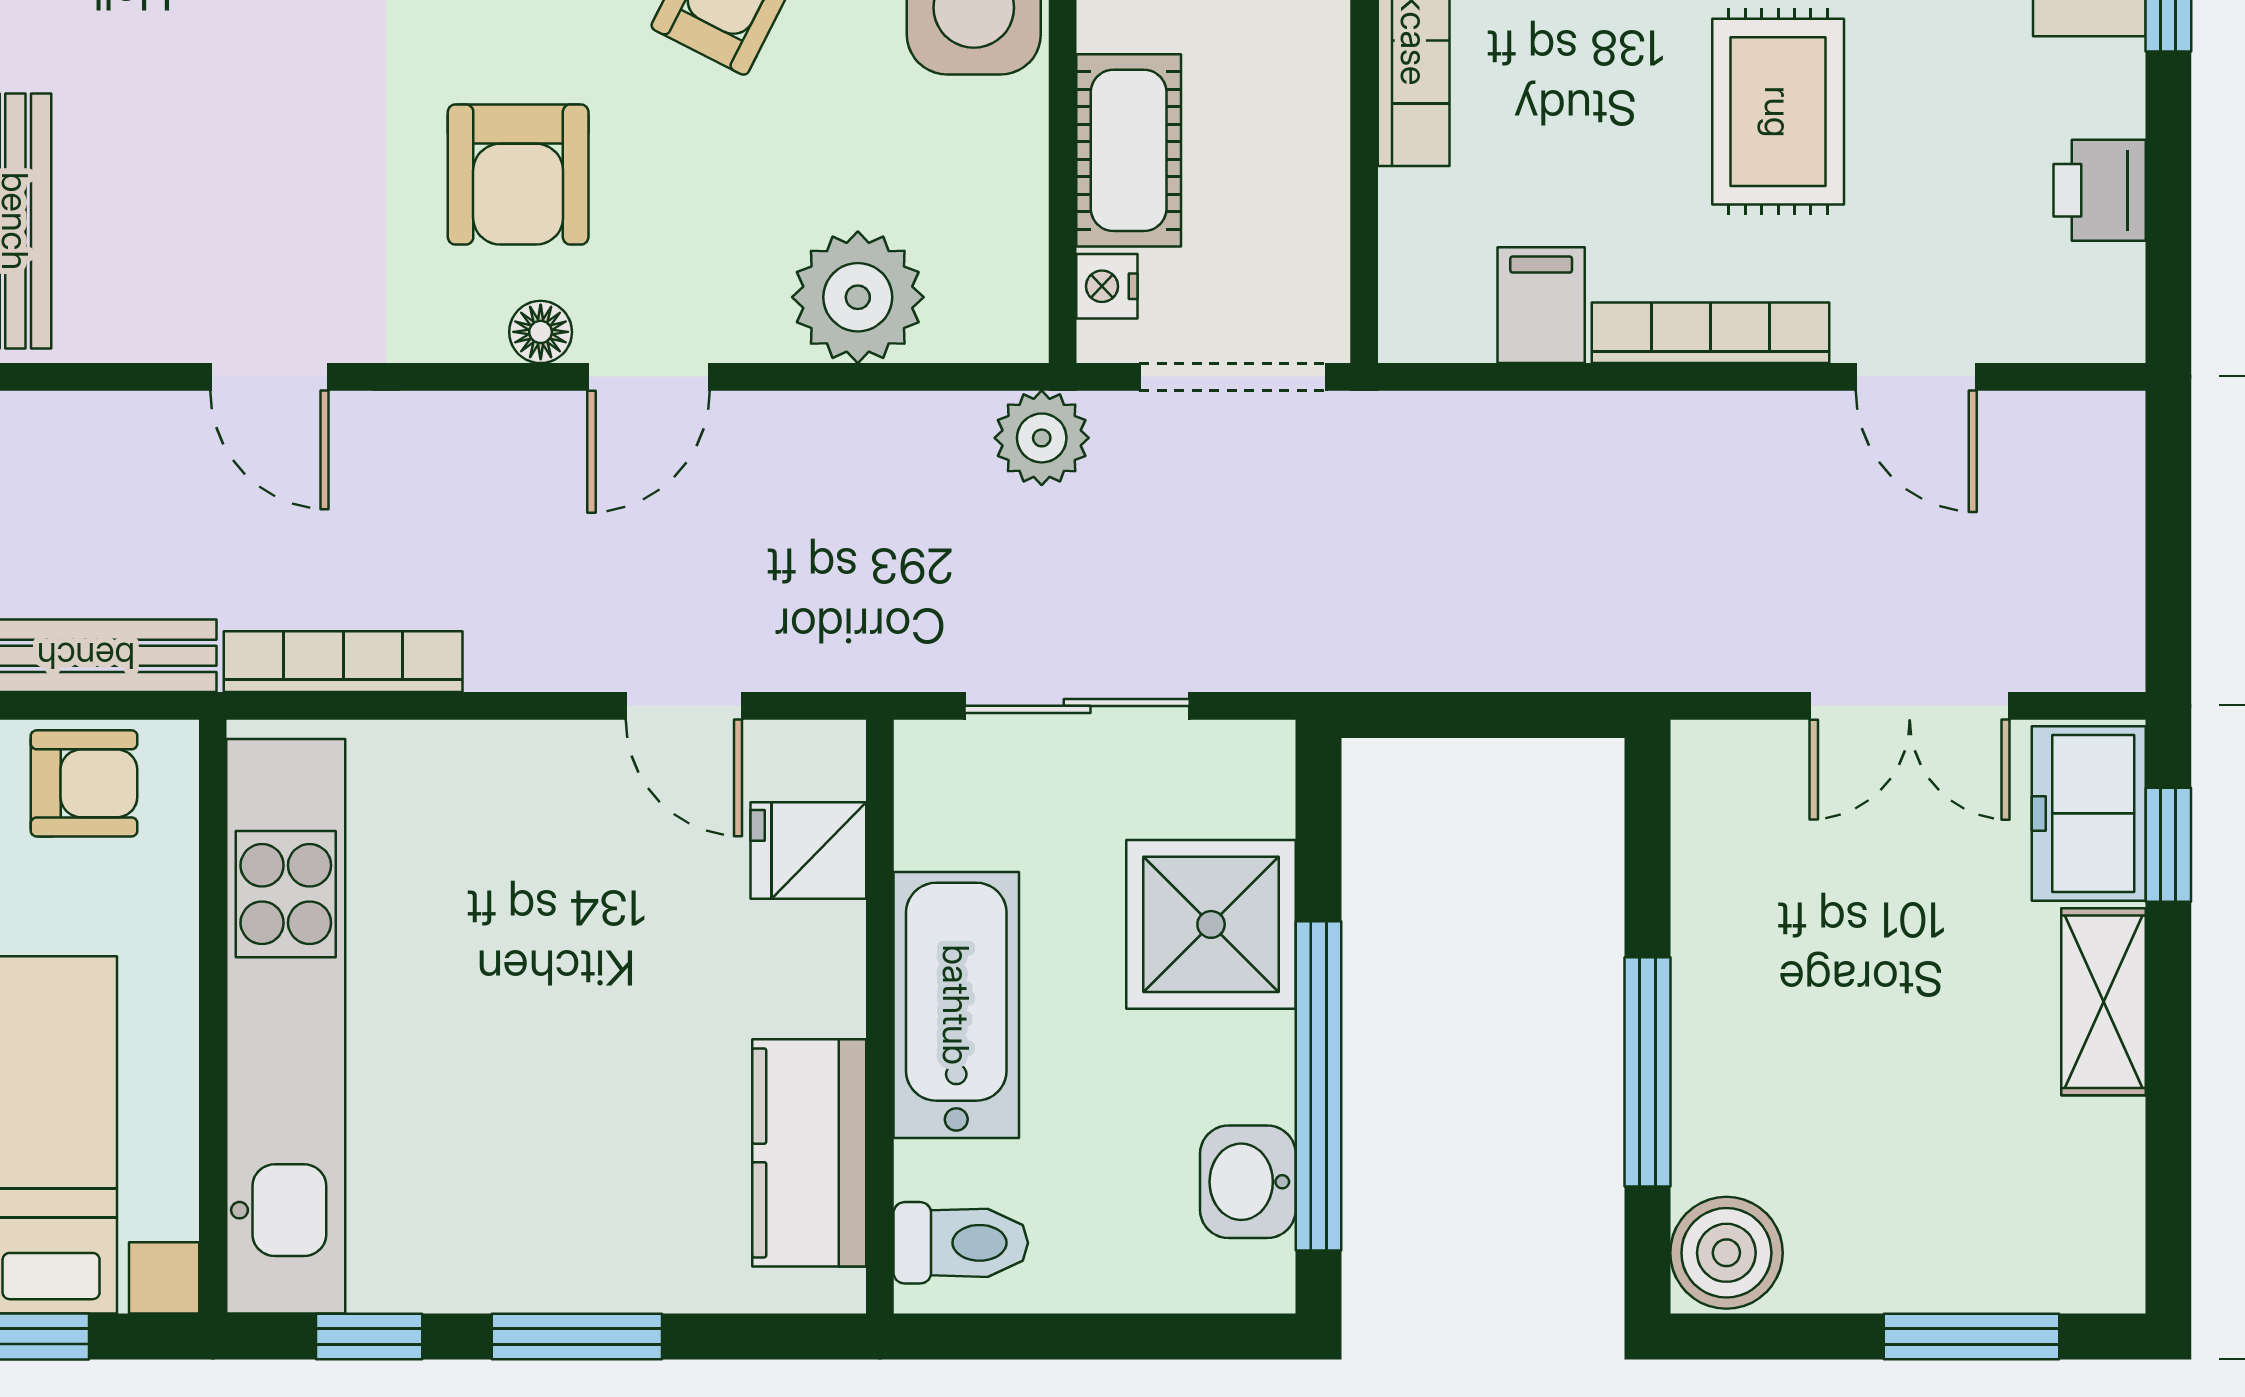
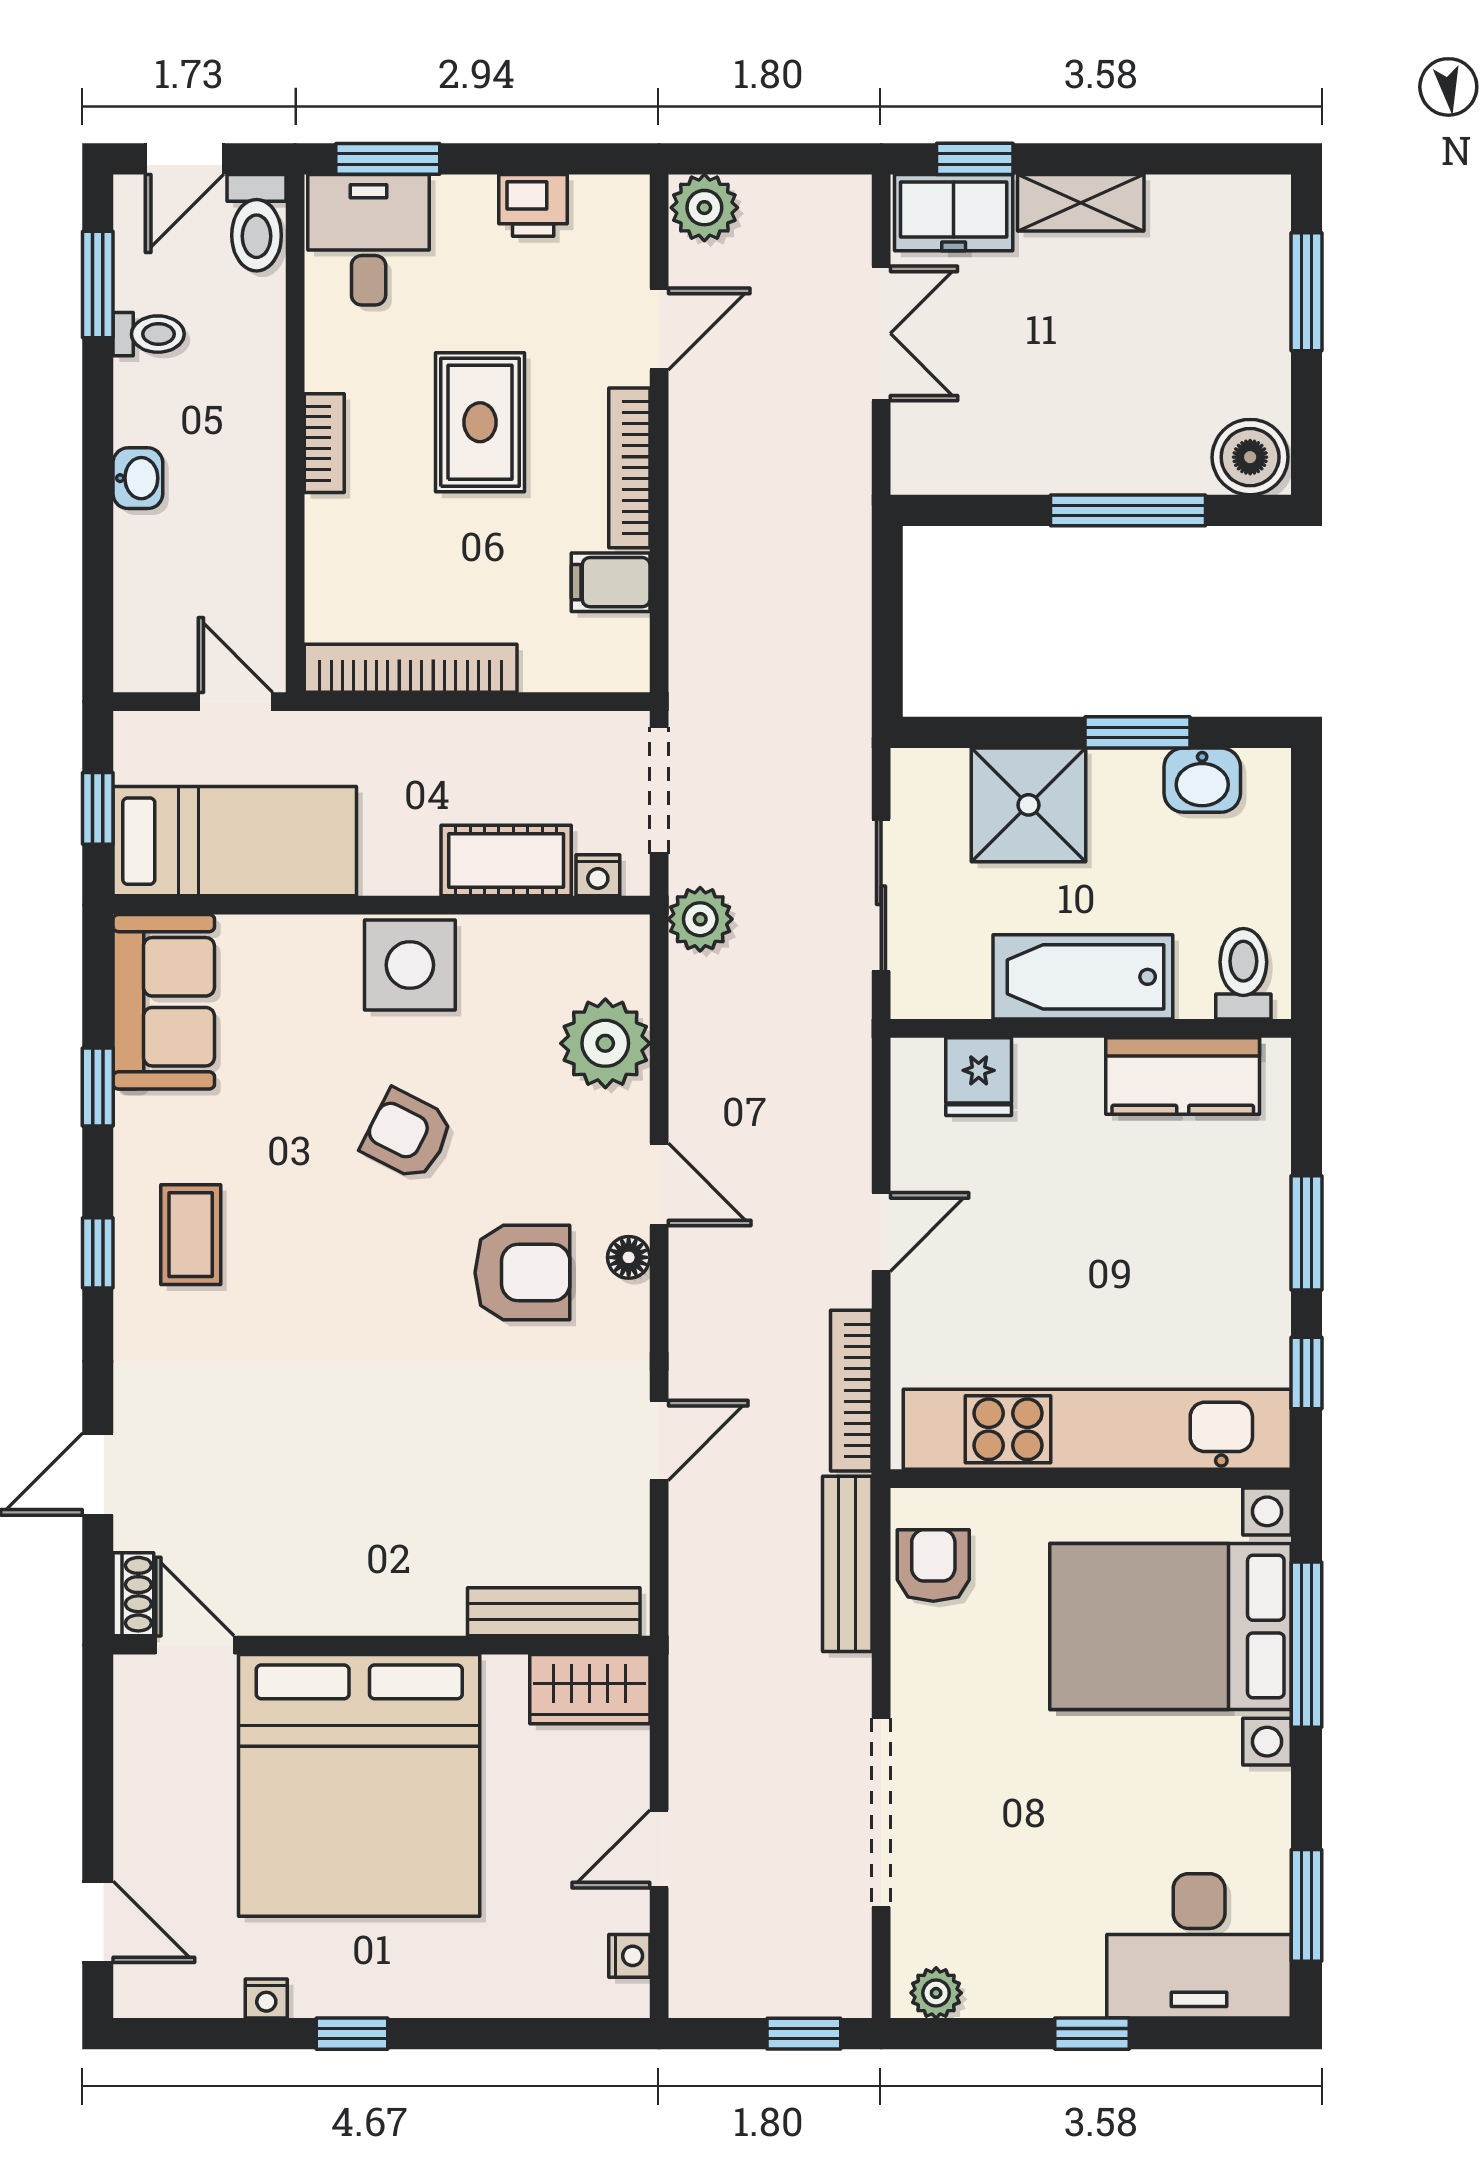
rug: (1778, 112) -> (480, 422), turned 90
plant: (2096, 444) -> (704, 208), added
door: (684, 706) -> (881, 1232), moved
window: (1318, 1086) -> (1137, 732), width x0.47

